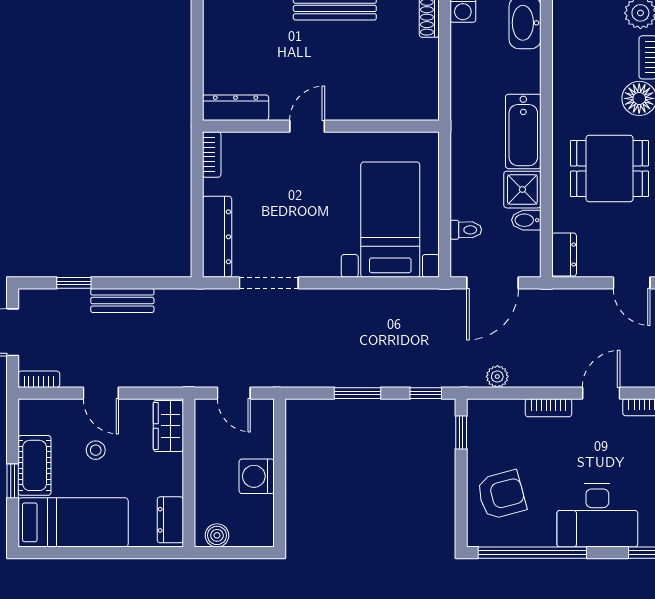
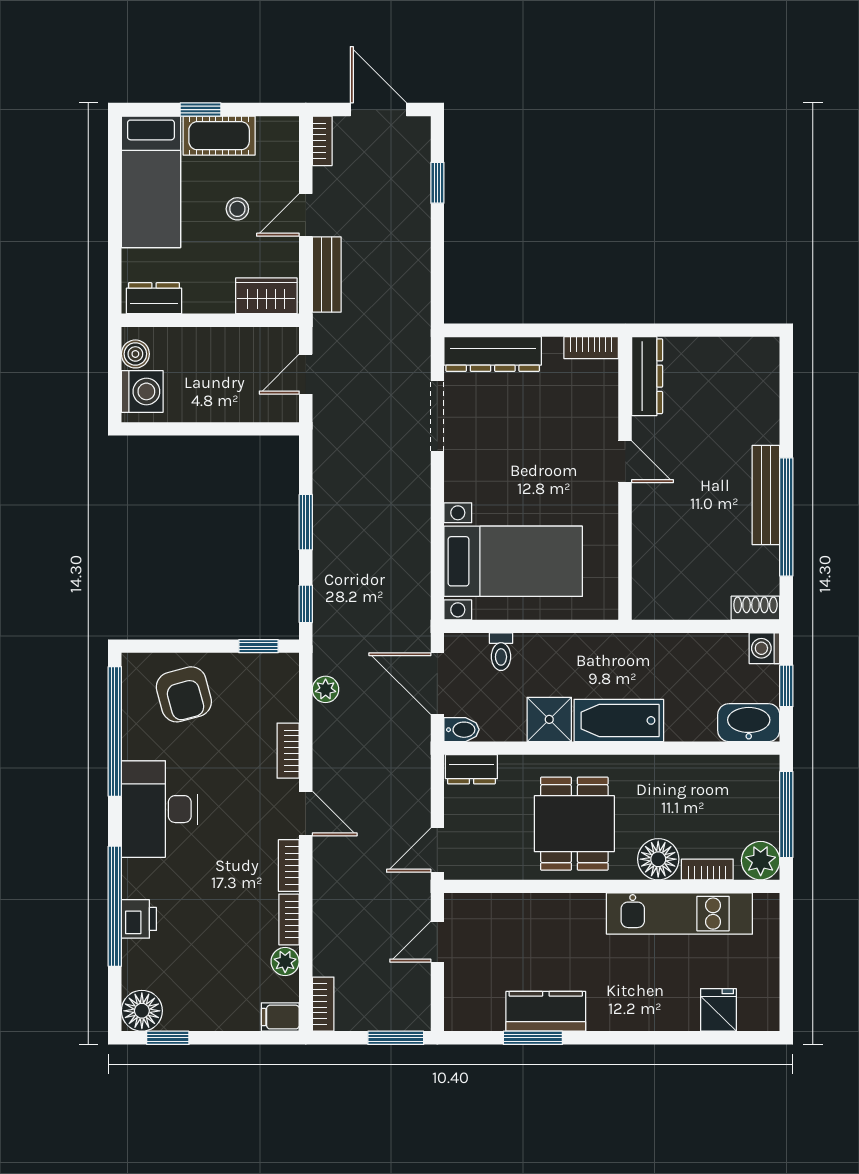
bidet: (526, 220) -> (461, 730), moved, turned 90
bench: (122, 301) -> (327, 275), moved
washing machine: (257, 476) -> (142, 391), moved, turned 90

